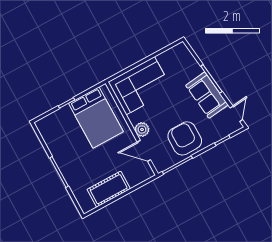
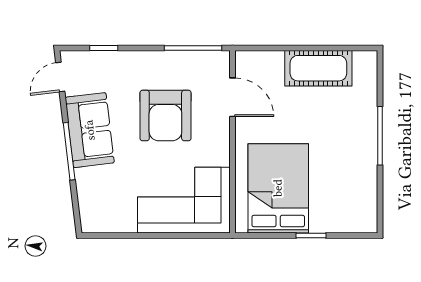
plant: (142, 129) -> (218, 132), removed
armchair: (185, 138) -> (165, 115), moved

